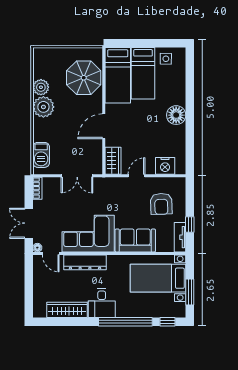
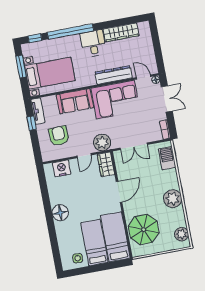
plant: (41, 87) -> (182, 234), moved
double door: (77, 176) -> (134, 146), swing flipped
plant: (113, 187) -> (102, 142), added

